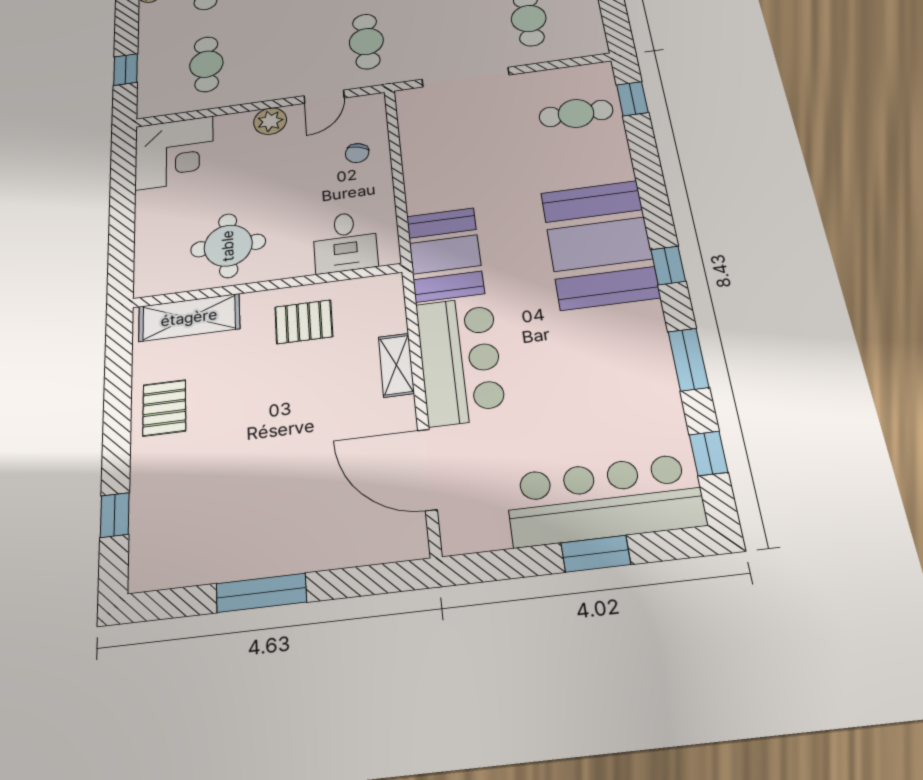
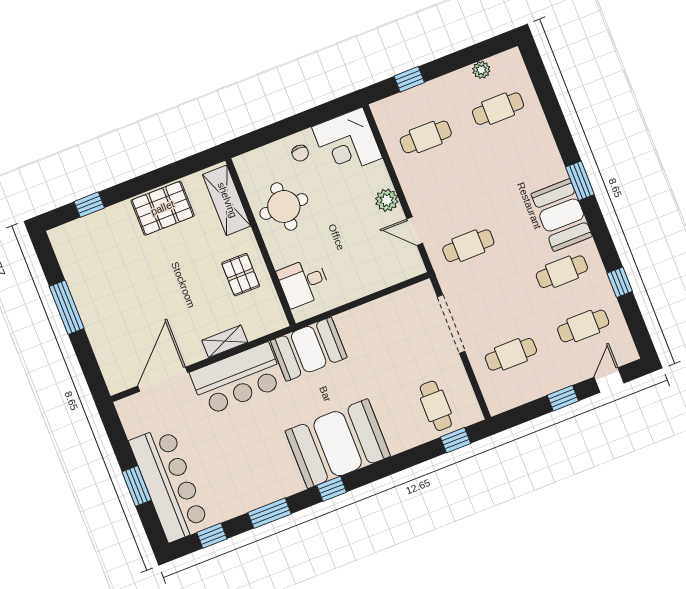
chair: (357, 153) -> (300, 153), moved, turned -106
pallet: (164, 408) -> (163, 208), width x1.50, depth x1.42

